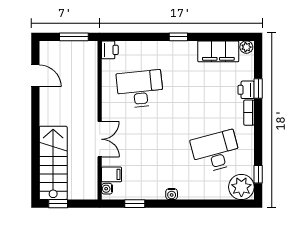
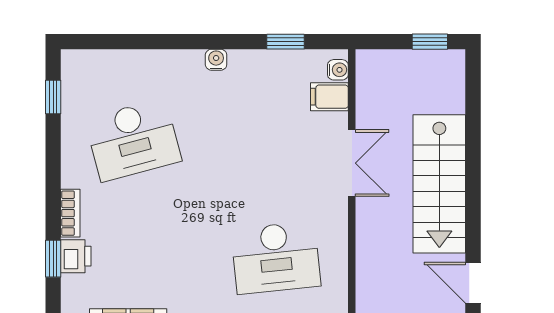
double door: (100, 139) -> (352, 163), swing flipped
stairs: (53, 163) -> (439, 184), moved
plant: (241, 187) -> (85, 73), removed

